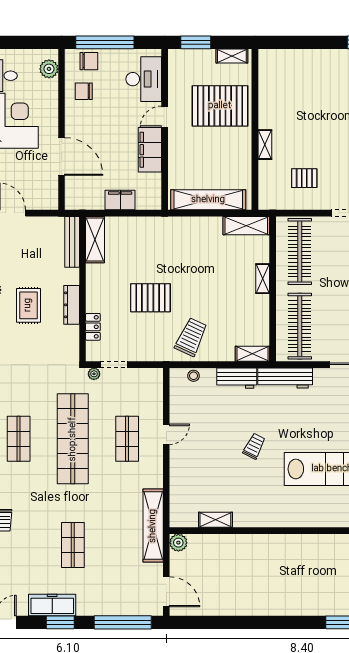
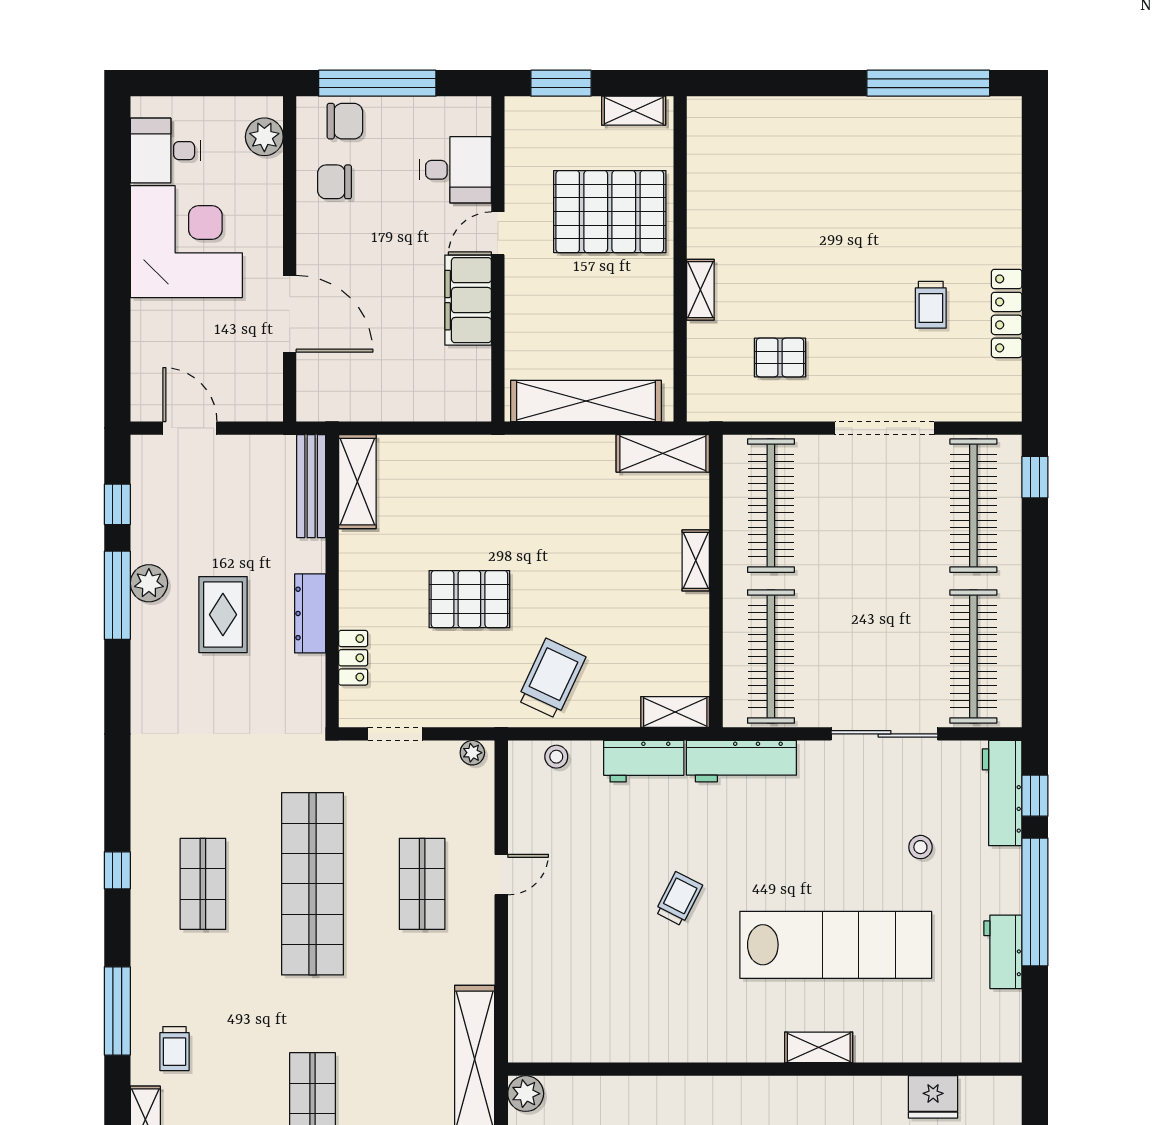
desk: (144, 79) -> (456, 170), width x0.73
filing cabinet: (120, 200) -> (408, 402), removed
plant: (94, 374) -> (472, 753), moved
shelving: (215, 520) -> (819, 1047), moved

